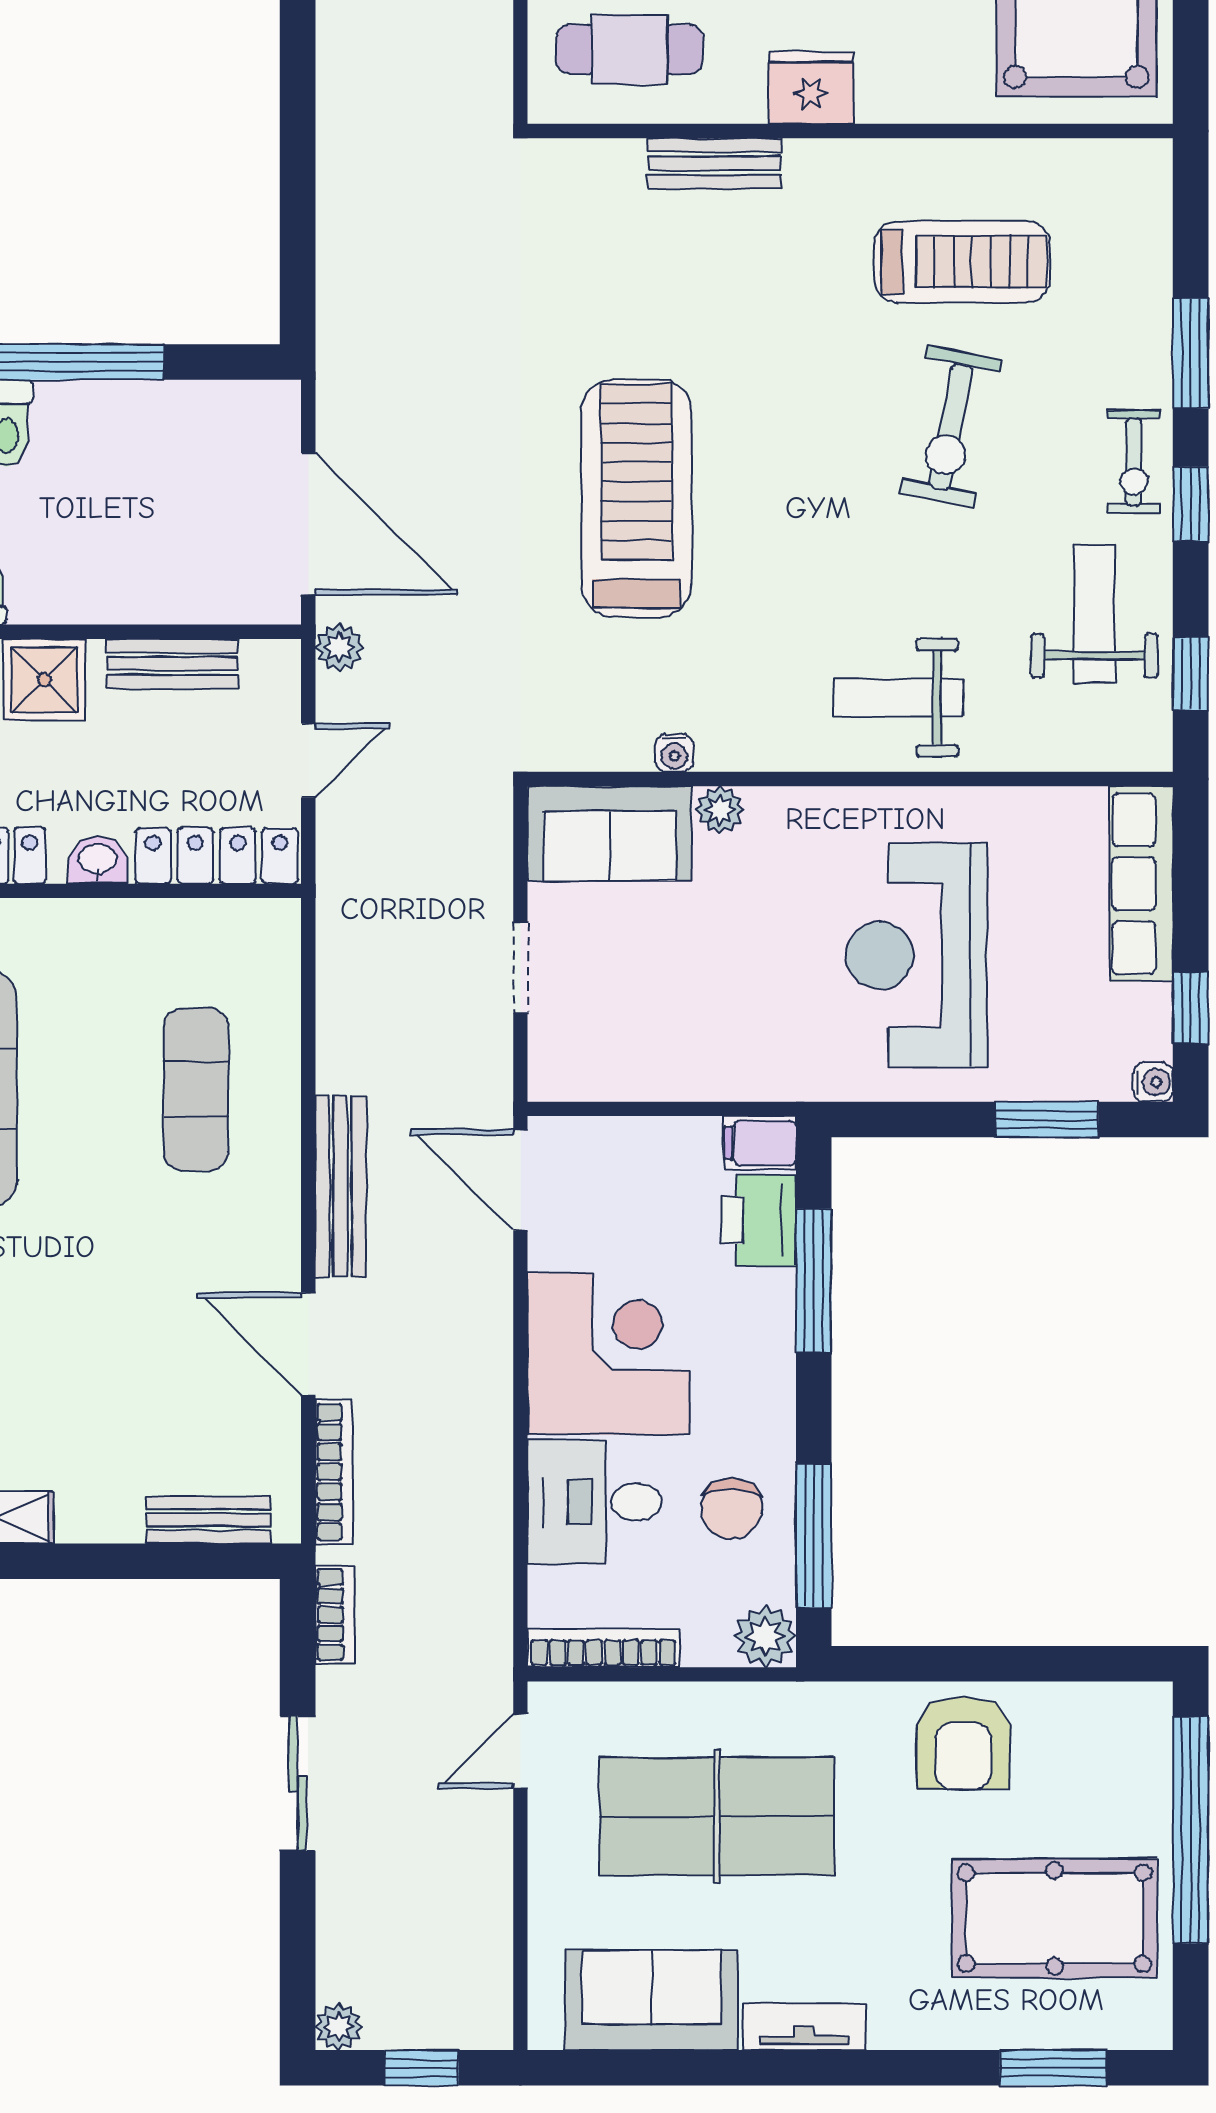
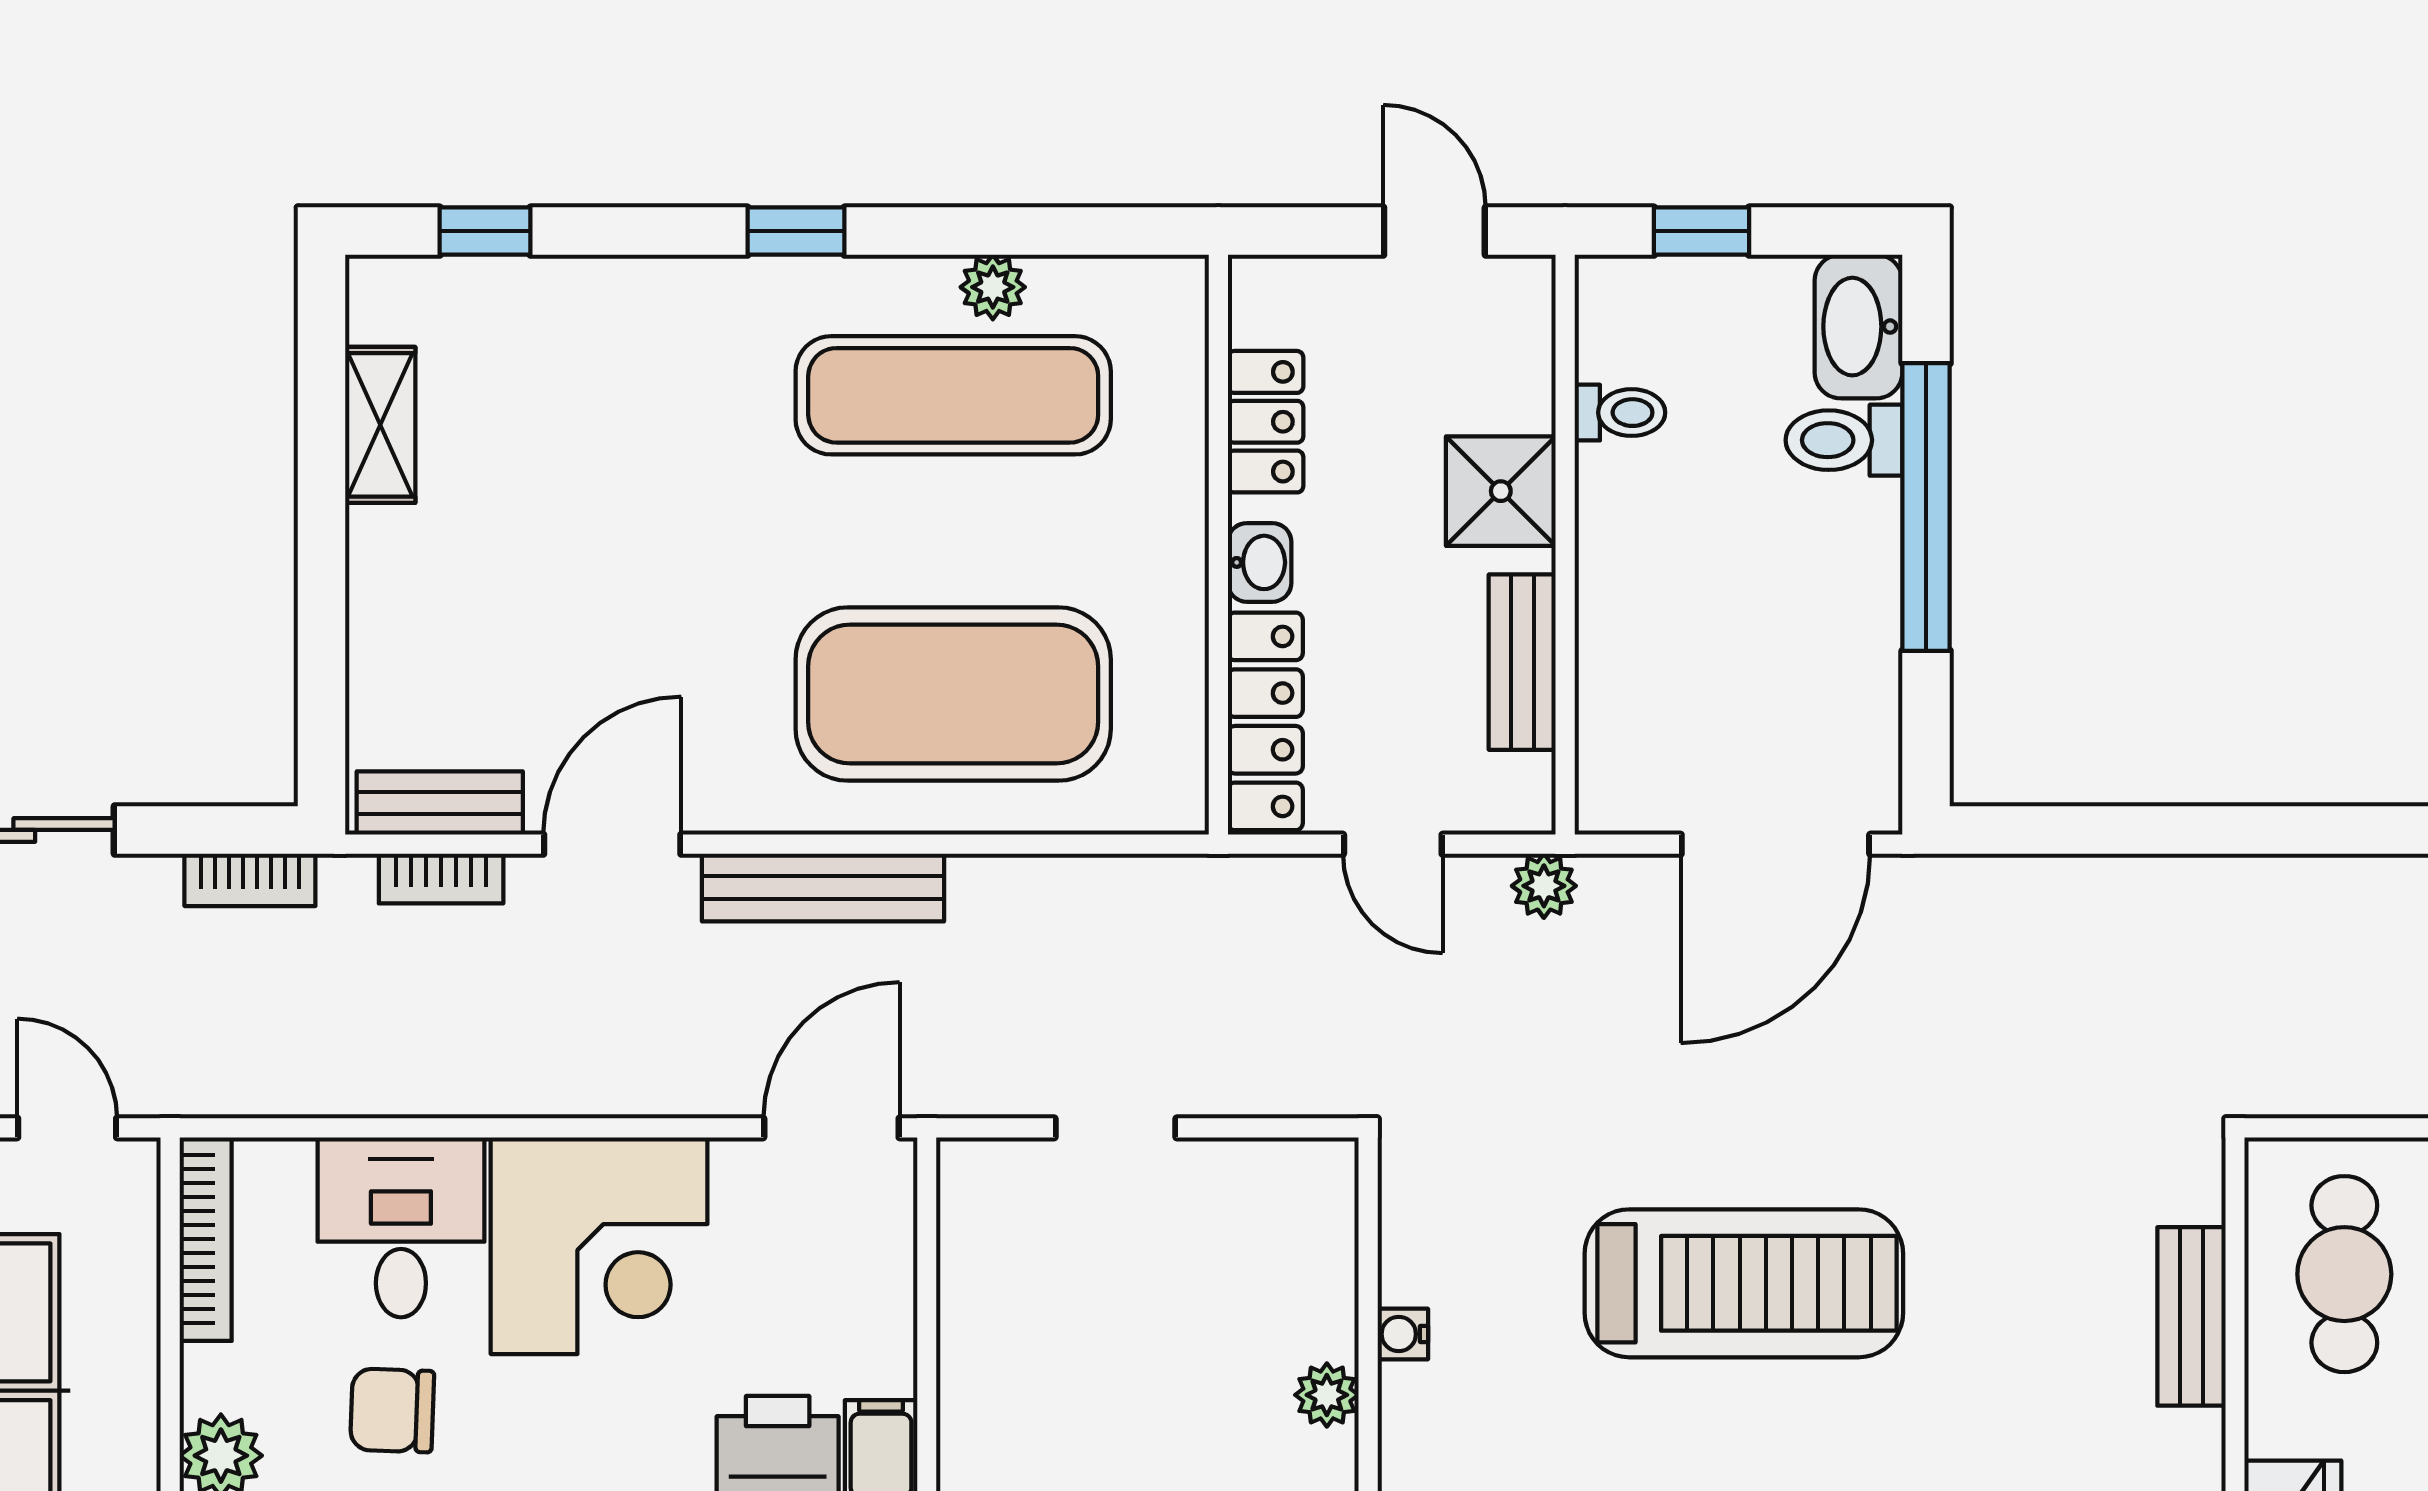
bench: (714, 164) -> (2191, 1316), moved
door: (308, 524) -> (1775, 844), moved
sofa: (609, 834) -> (1295, 1247), removed
exercise mat: (196, 1089) -> (953, 694), width x2.00, depth x1.45
bookcase: (334, 1472) -> (441, 879), width x0.64
bench: (209, 1520) -> (440, 803), moved, turned 90

